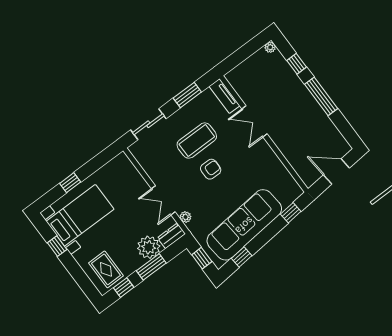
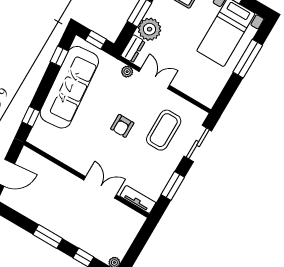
window: (321, 96) -> (48, 237), width x0.69
coffee table: (197, 141) -> (164, 130), moved
window: (70, 183) -> (248, 59), width x2.17

